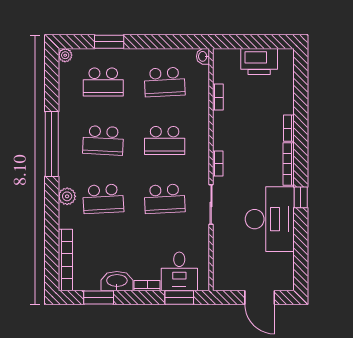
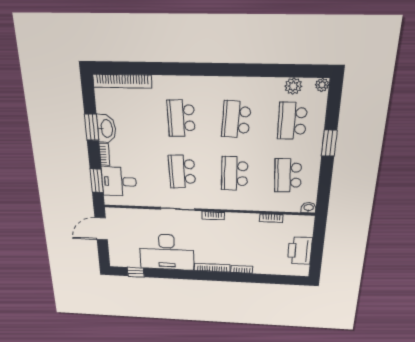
window: (109, 42) -> (329, 143), moved
window: (52, 144) -> (234, 70), removed
plant: (67, 196) -> (293, 86), moved
window: (301, 197) -> (136, 272), moved
window: (99, 297) -> (92, 127), moved
door: (260, 297) -> (101, 229), moved

